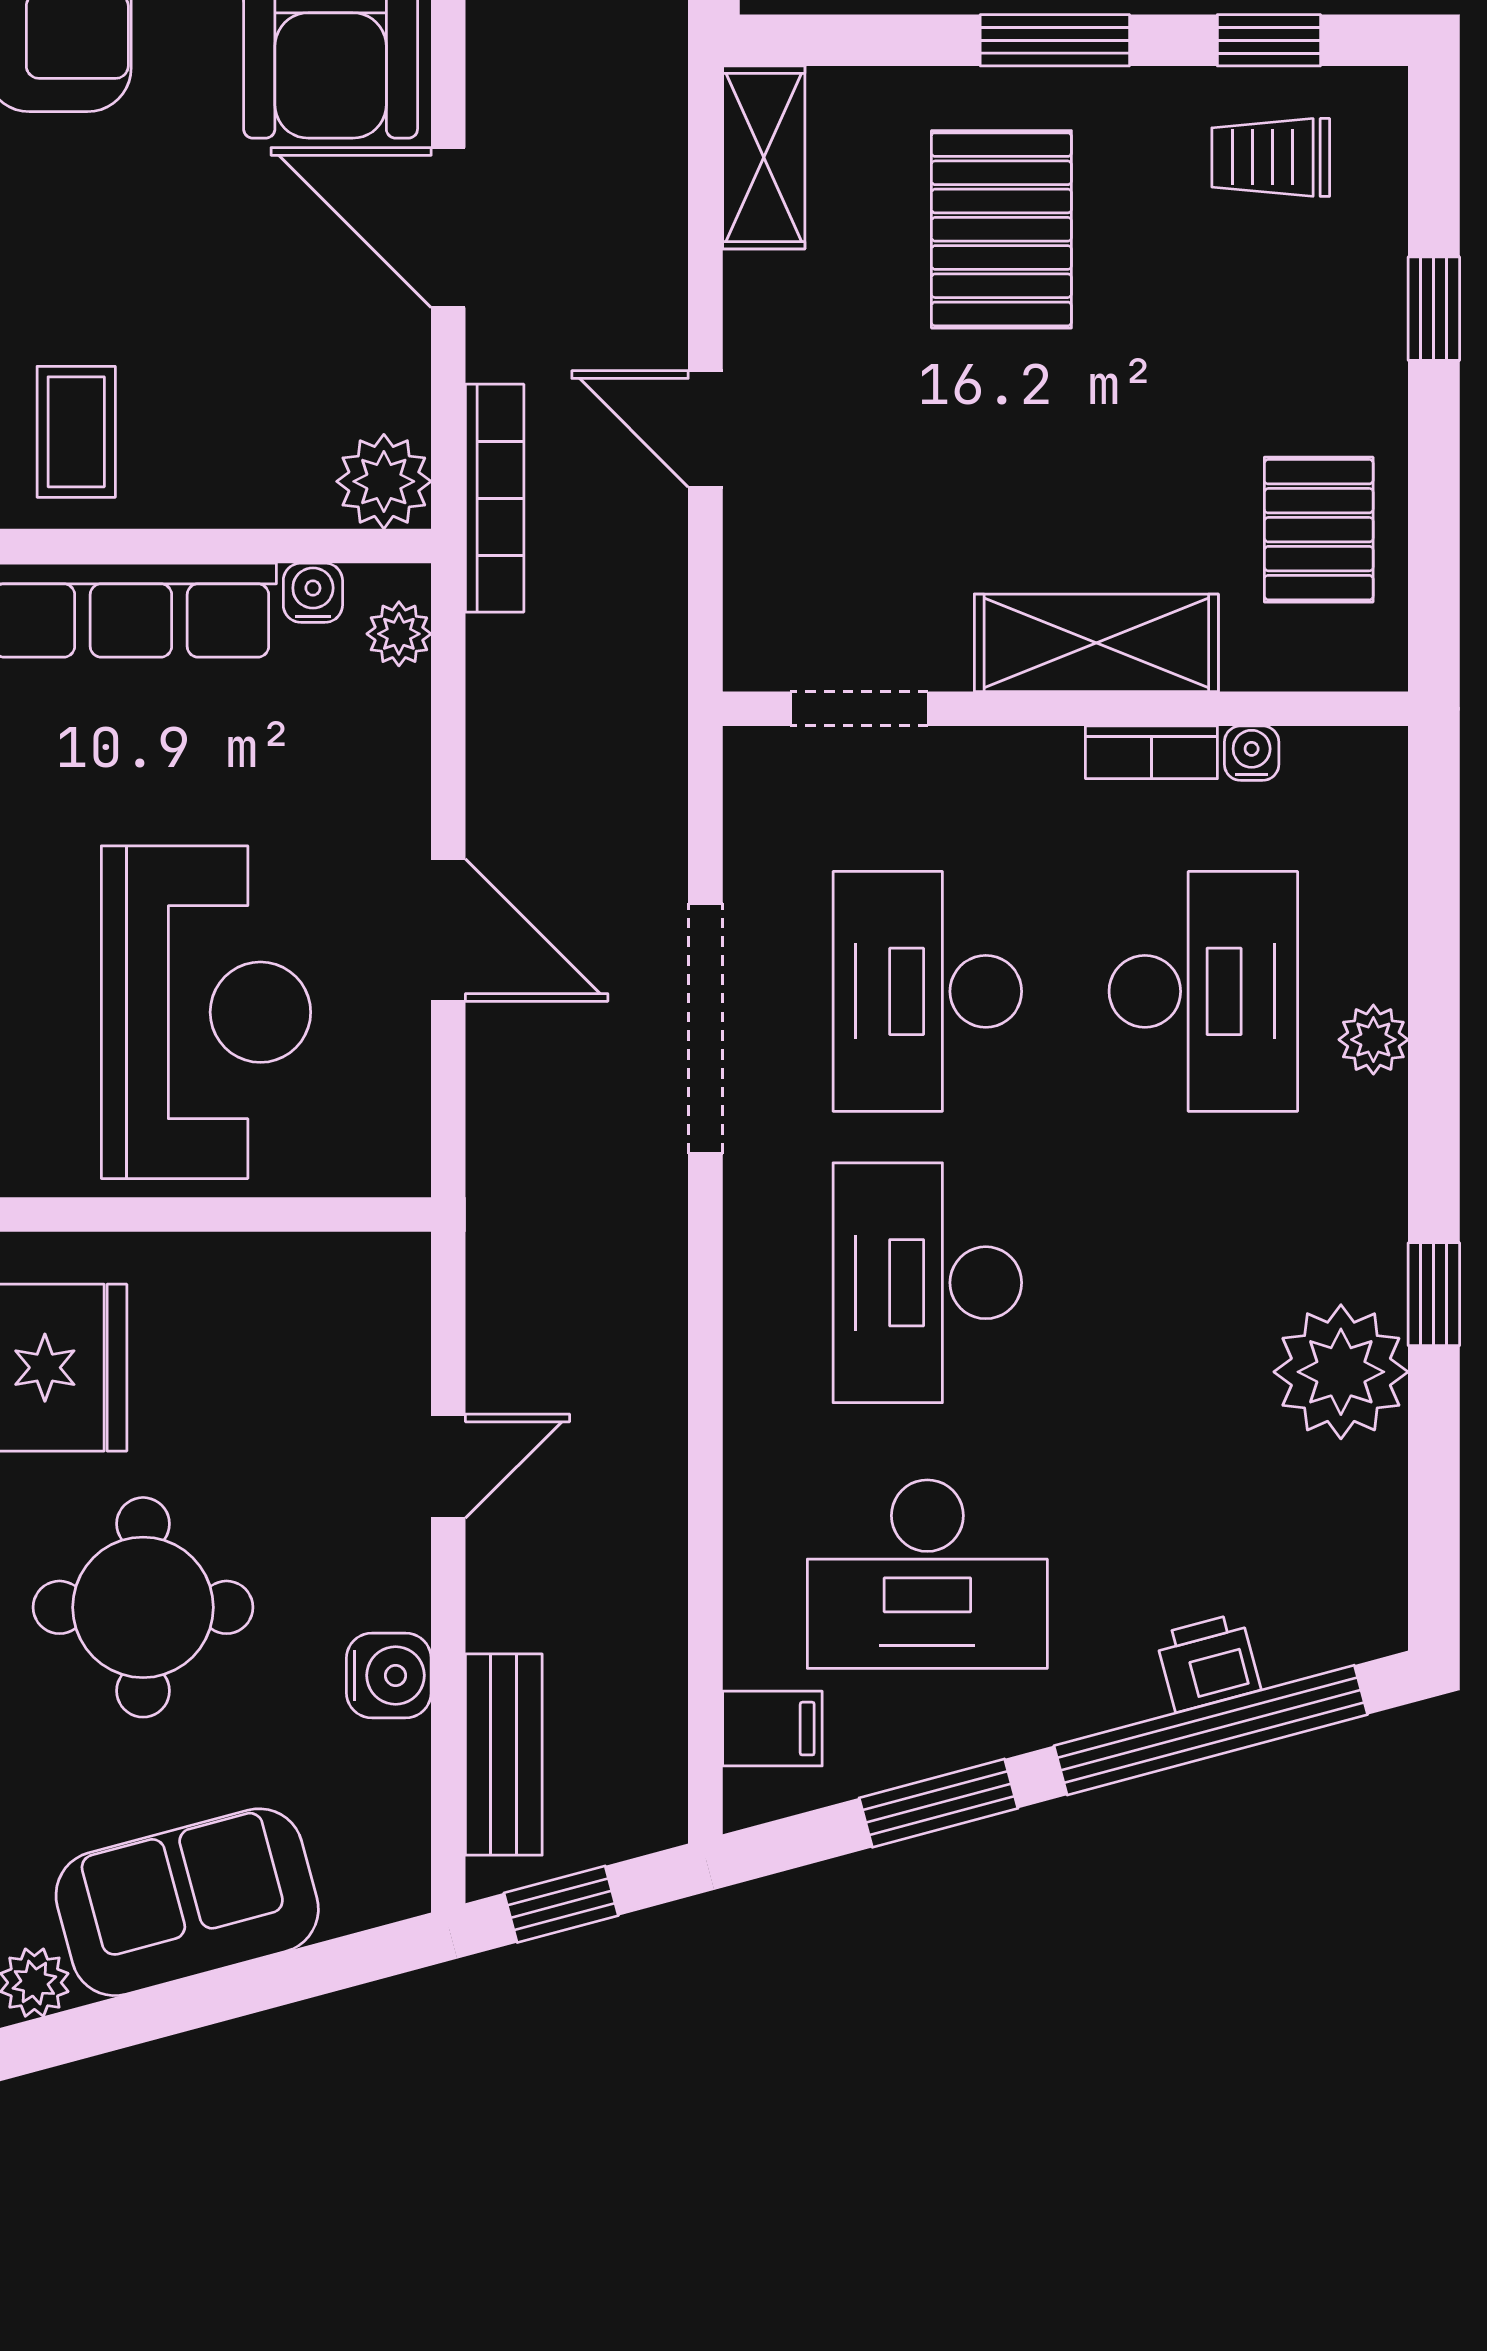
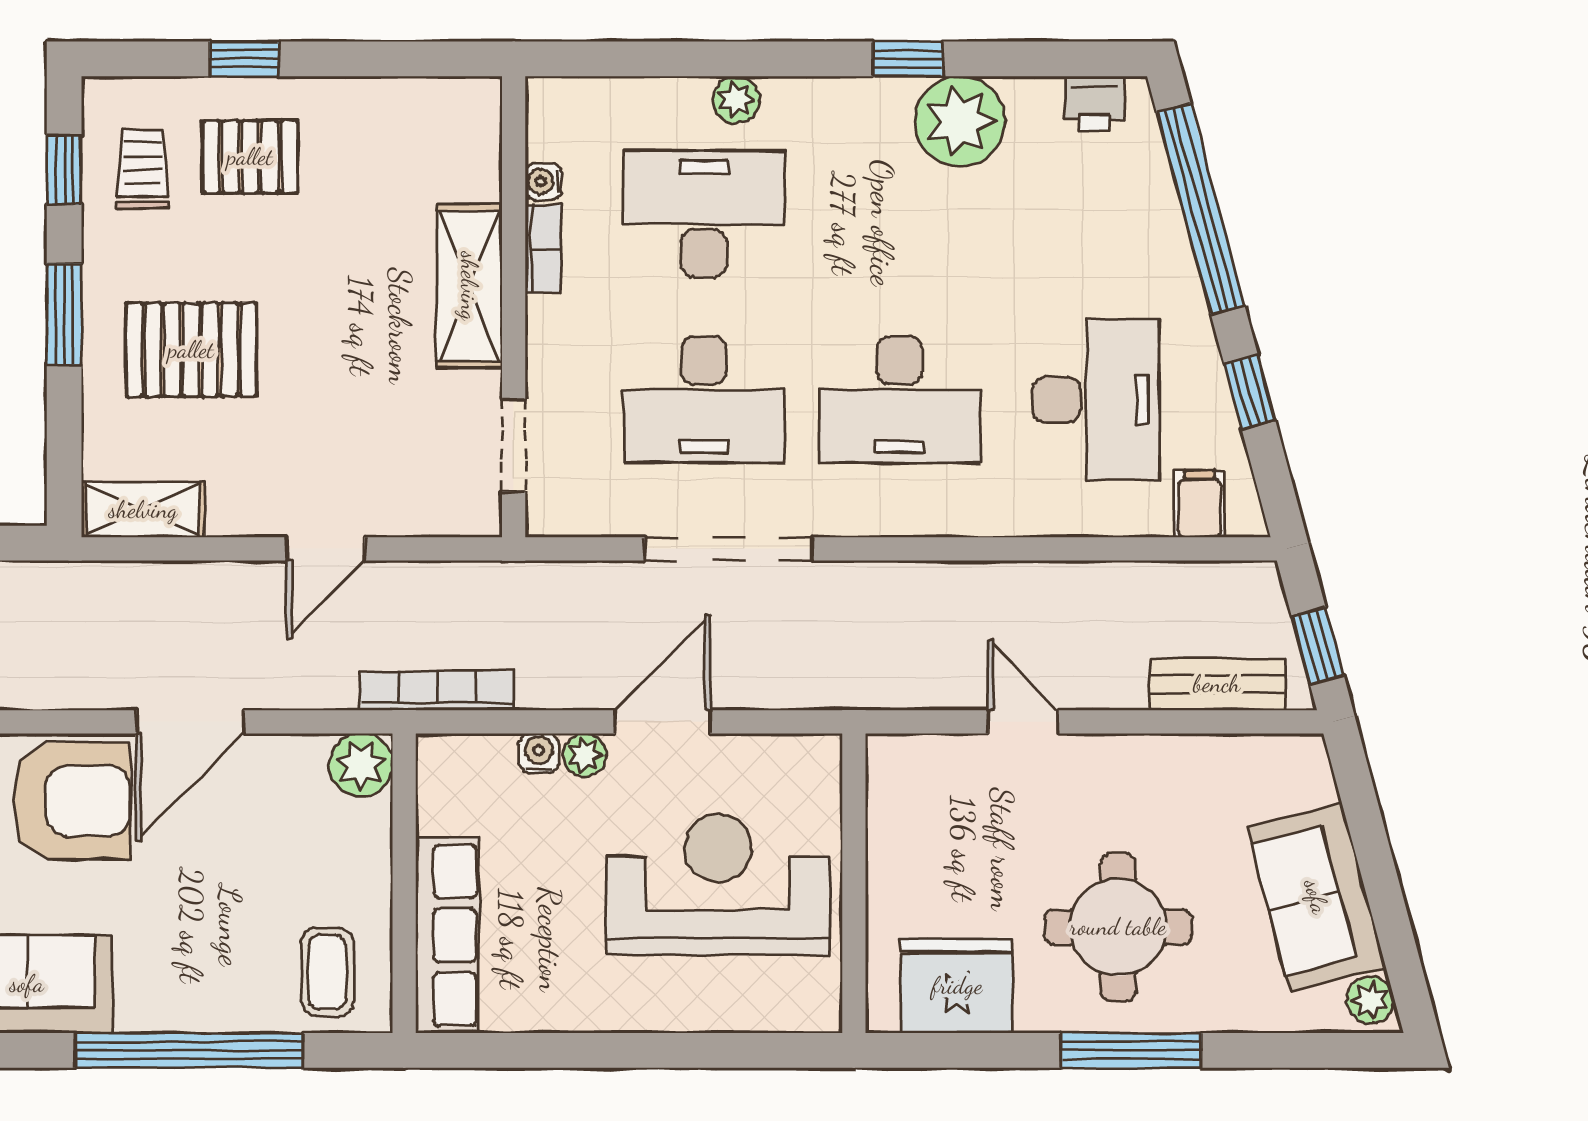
trolley: (1271, 157) -> (143, 169), turned 180
coffee table: (76, 432) -> (327, 972), turned 90
bookcase: (495, 498) -> (437, 691), moved
pallet: (1319, 530) -> (250, 157), moved
water cooler: (313, 593) -> (539, 753), moved, turned 90
plant: (399, 634) -> (585, 755), moved
printer: (1208, 1663) -> (1094, 103), moved, turned -75
water cooler: (389, 1675) -> (1164, 762), removed
window: (938, 1803) -> (1250, 392), width x0.67

